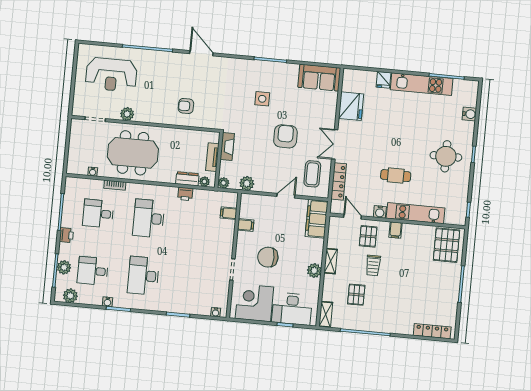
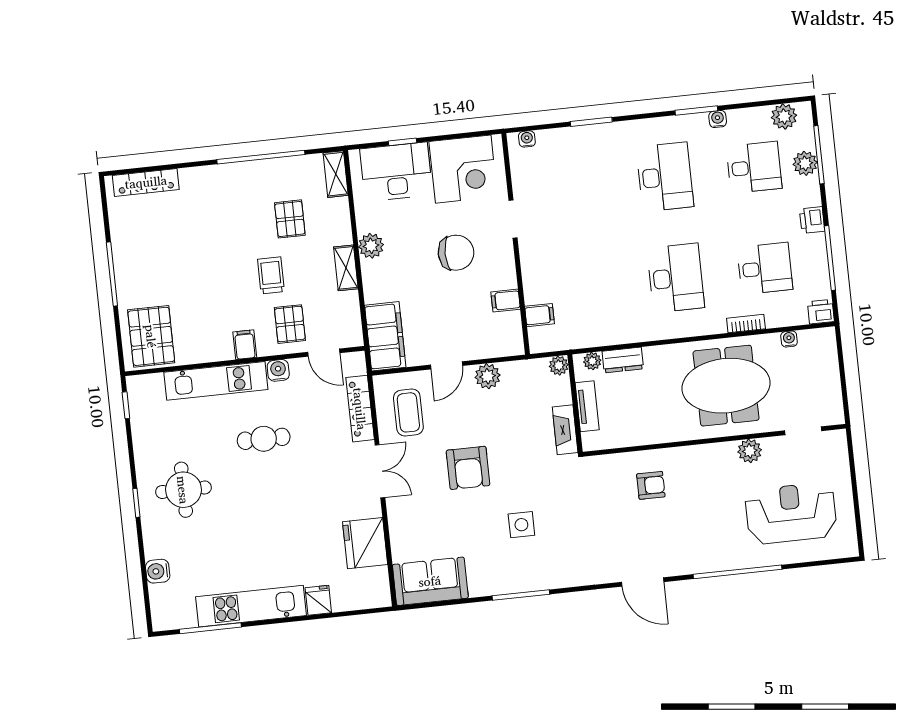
plant: (247, 183) -> (488, 376), moved
printer: (185, 194) -> (821, 312), moved

